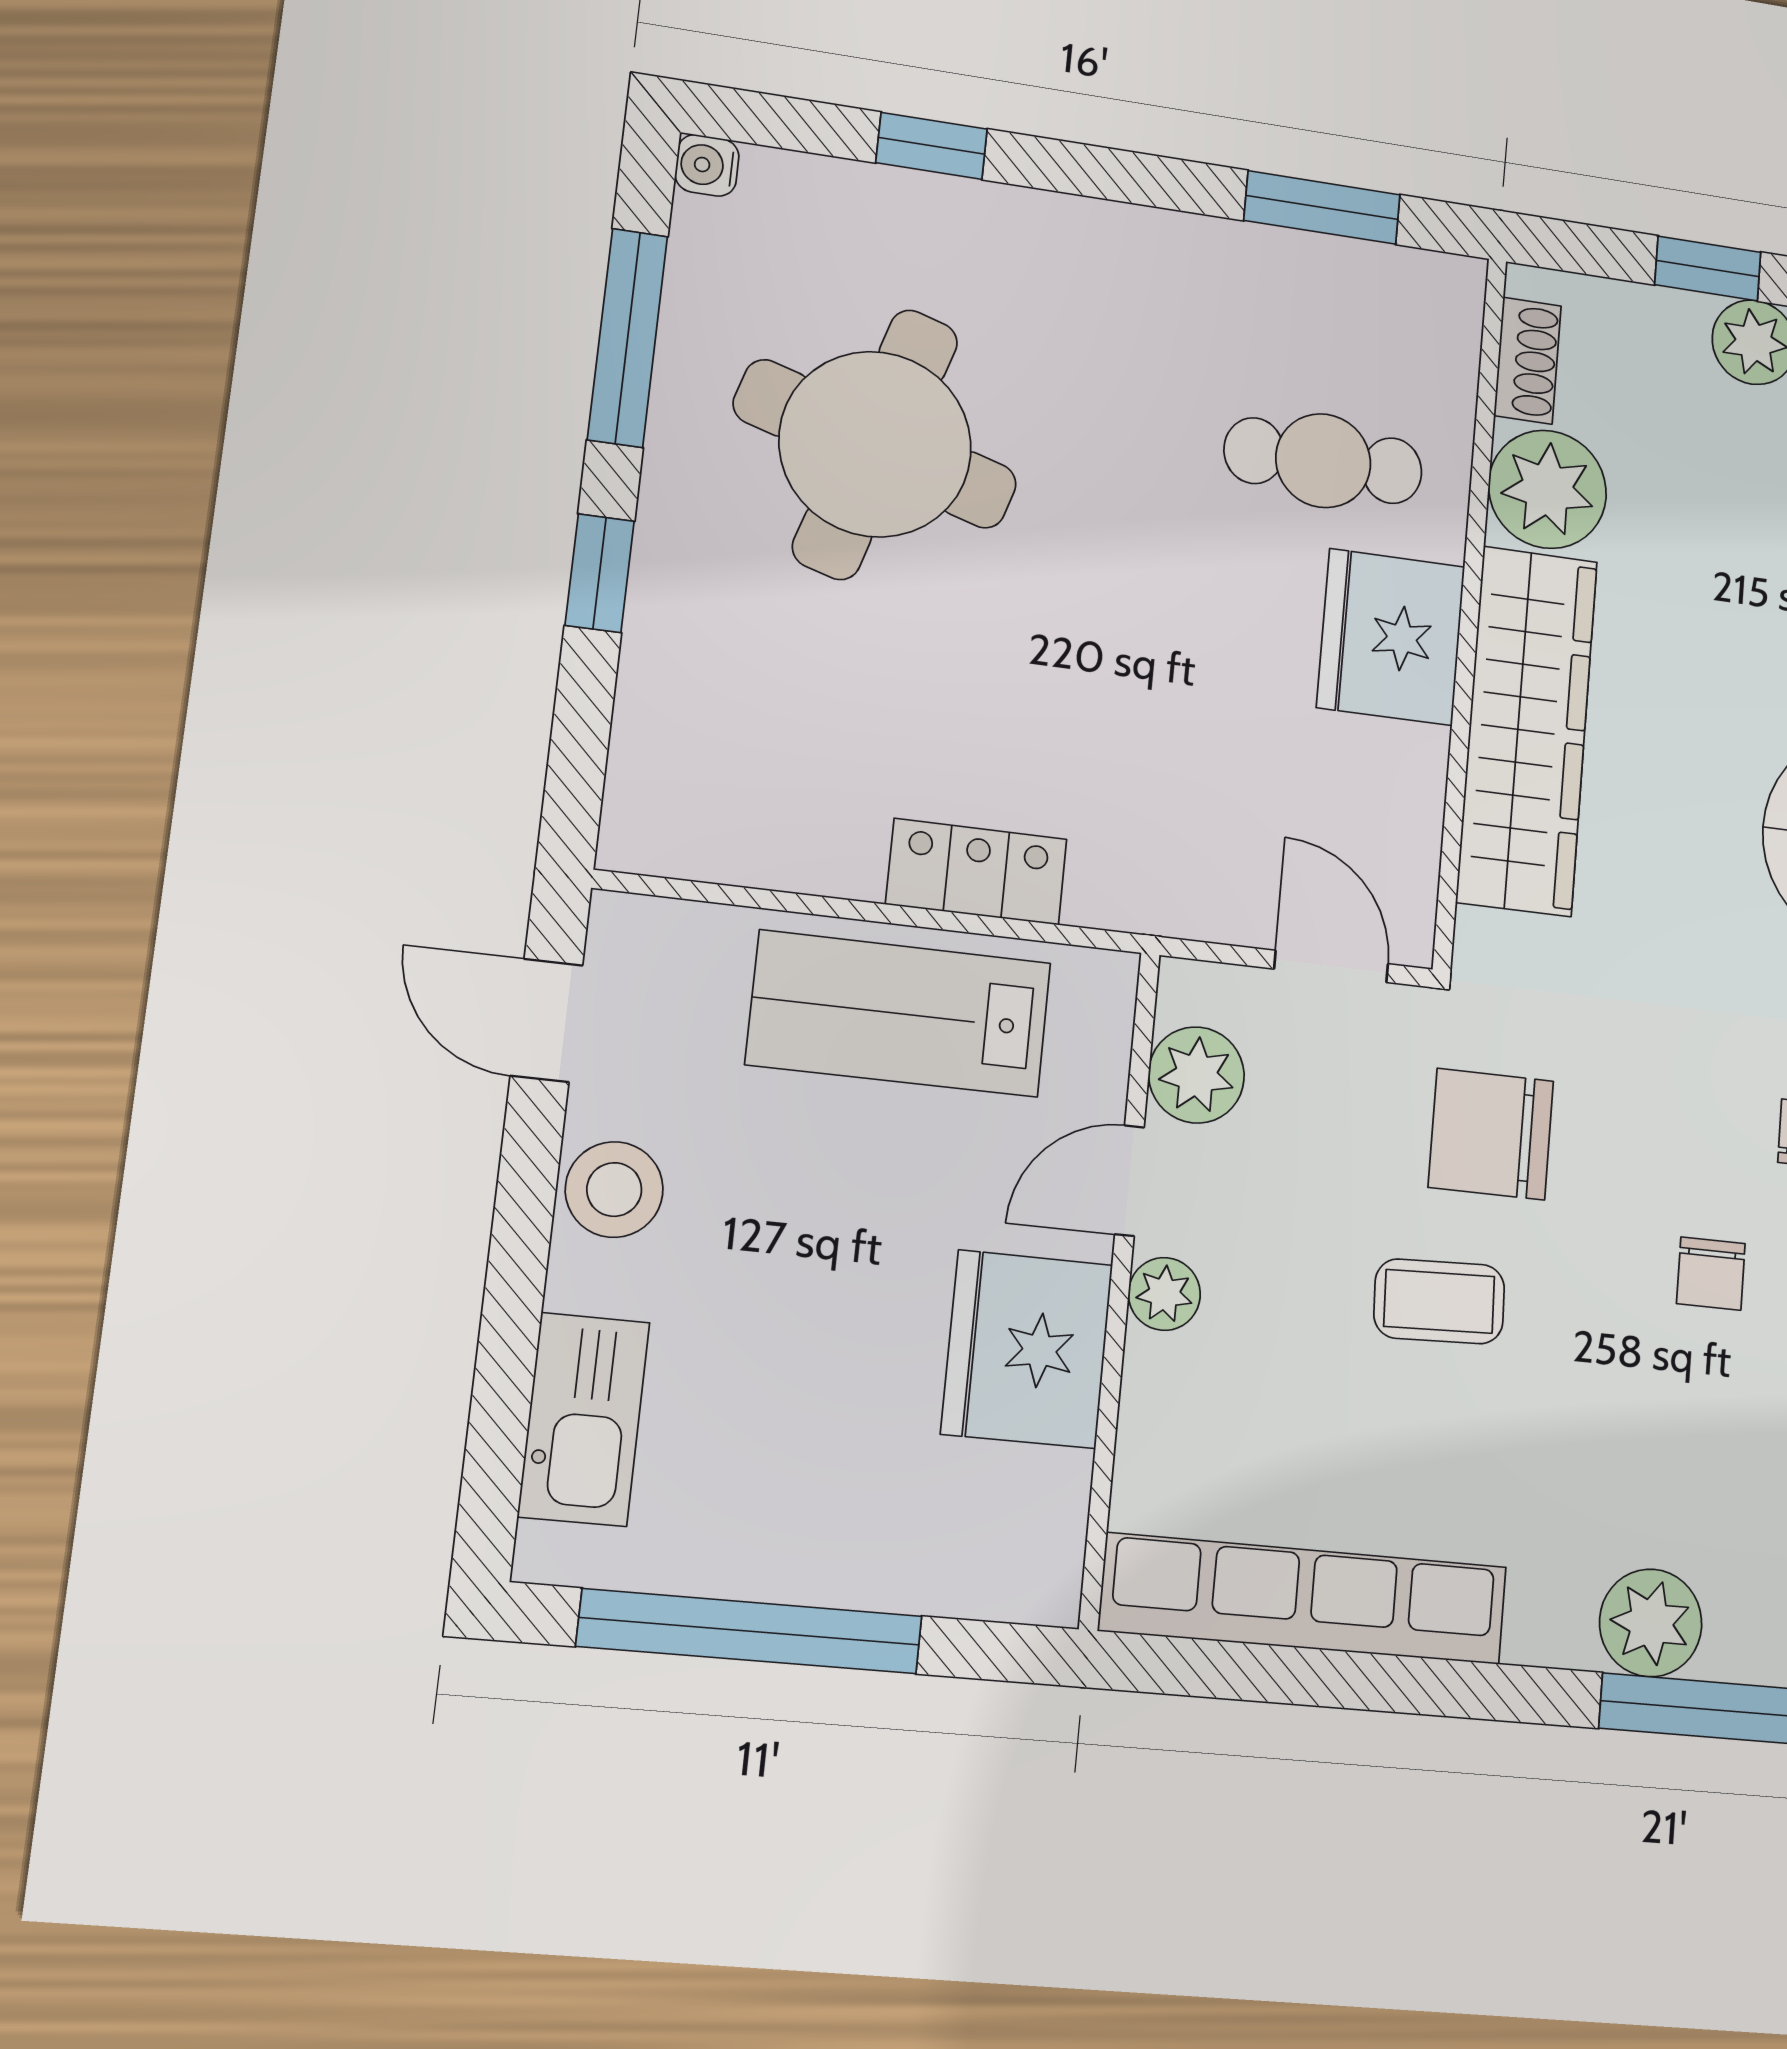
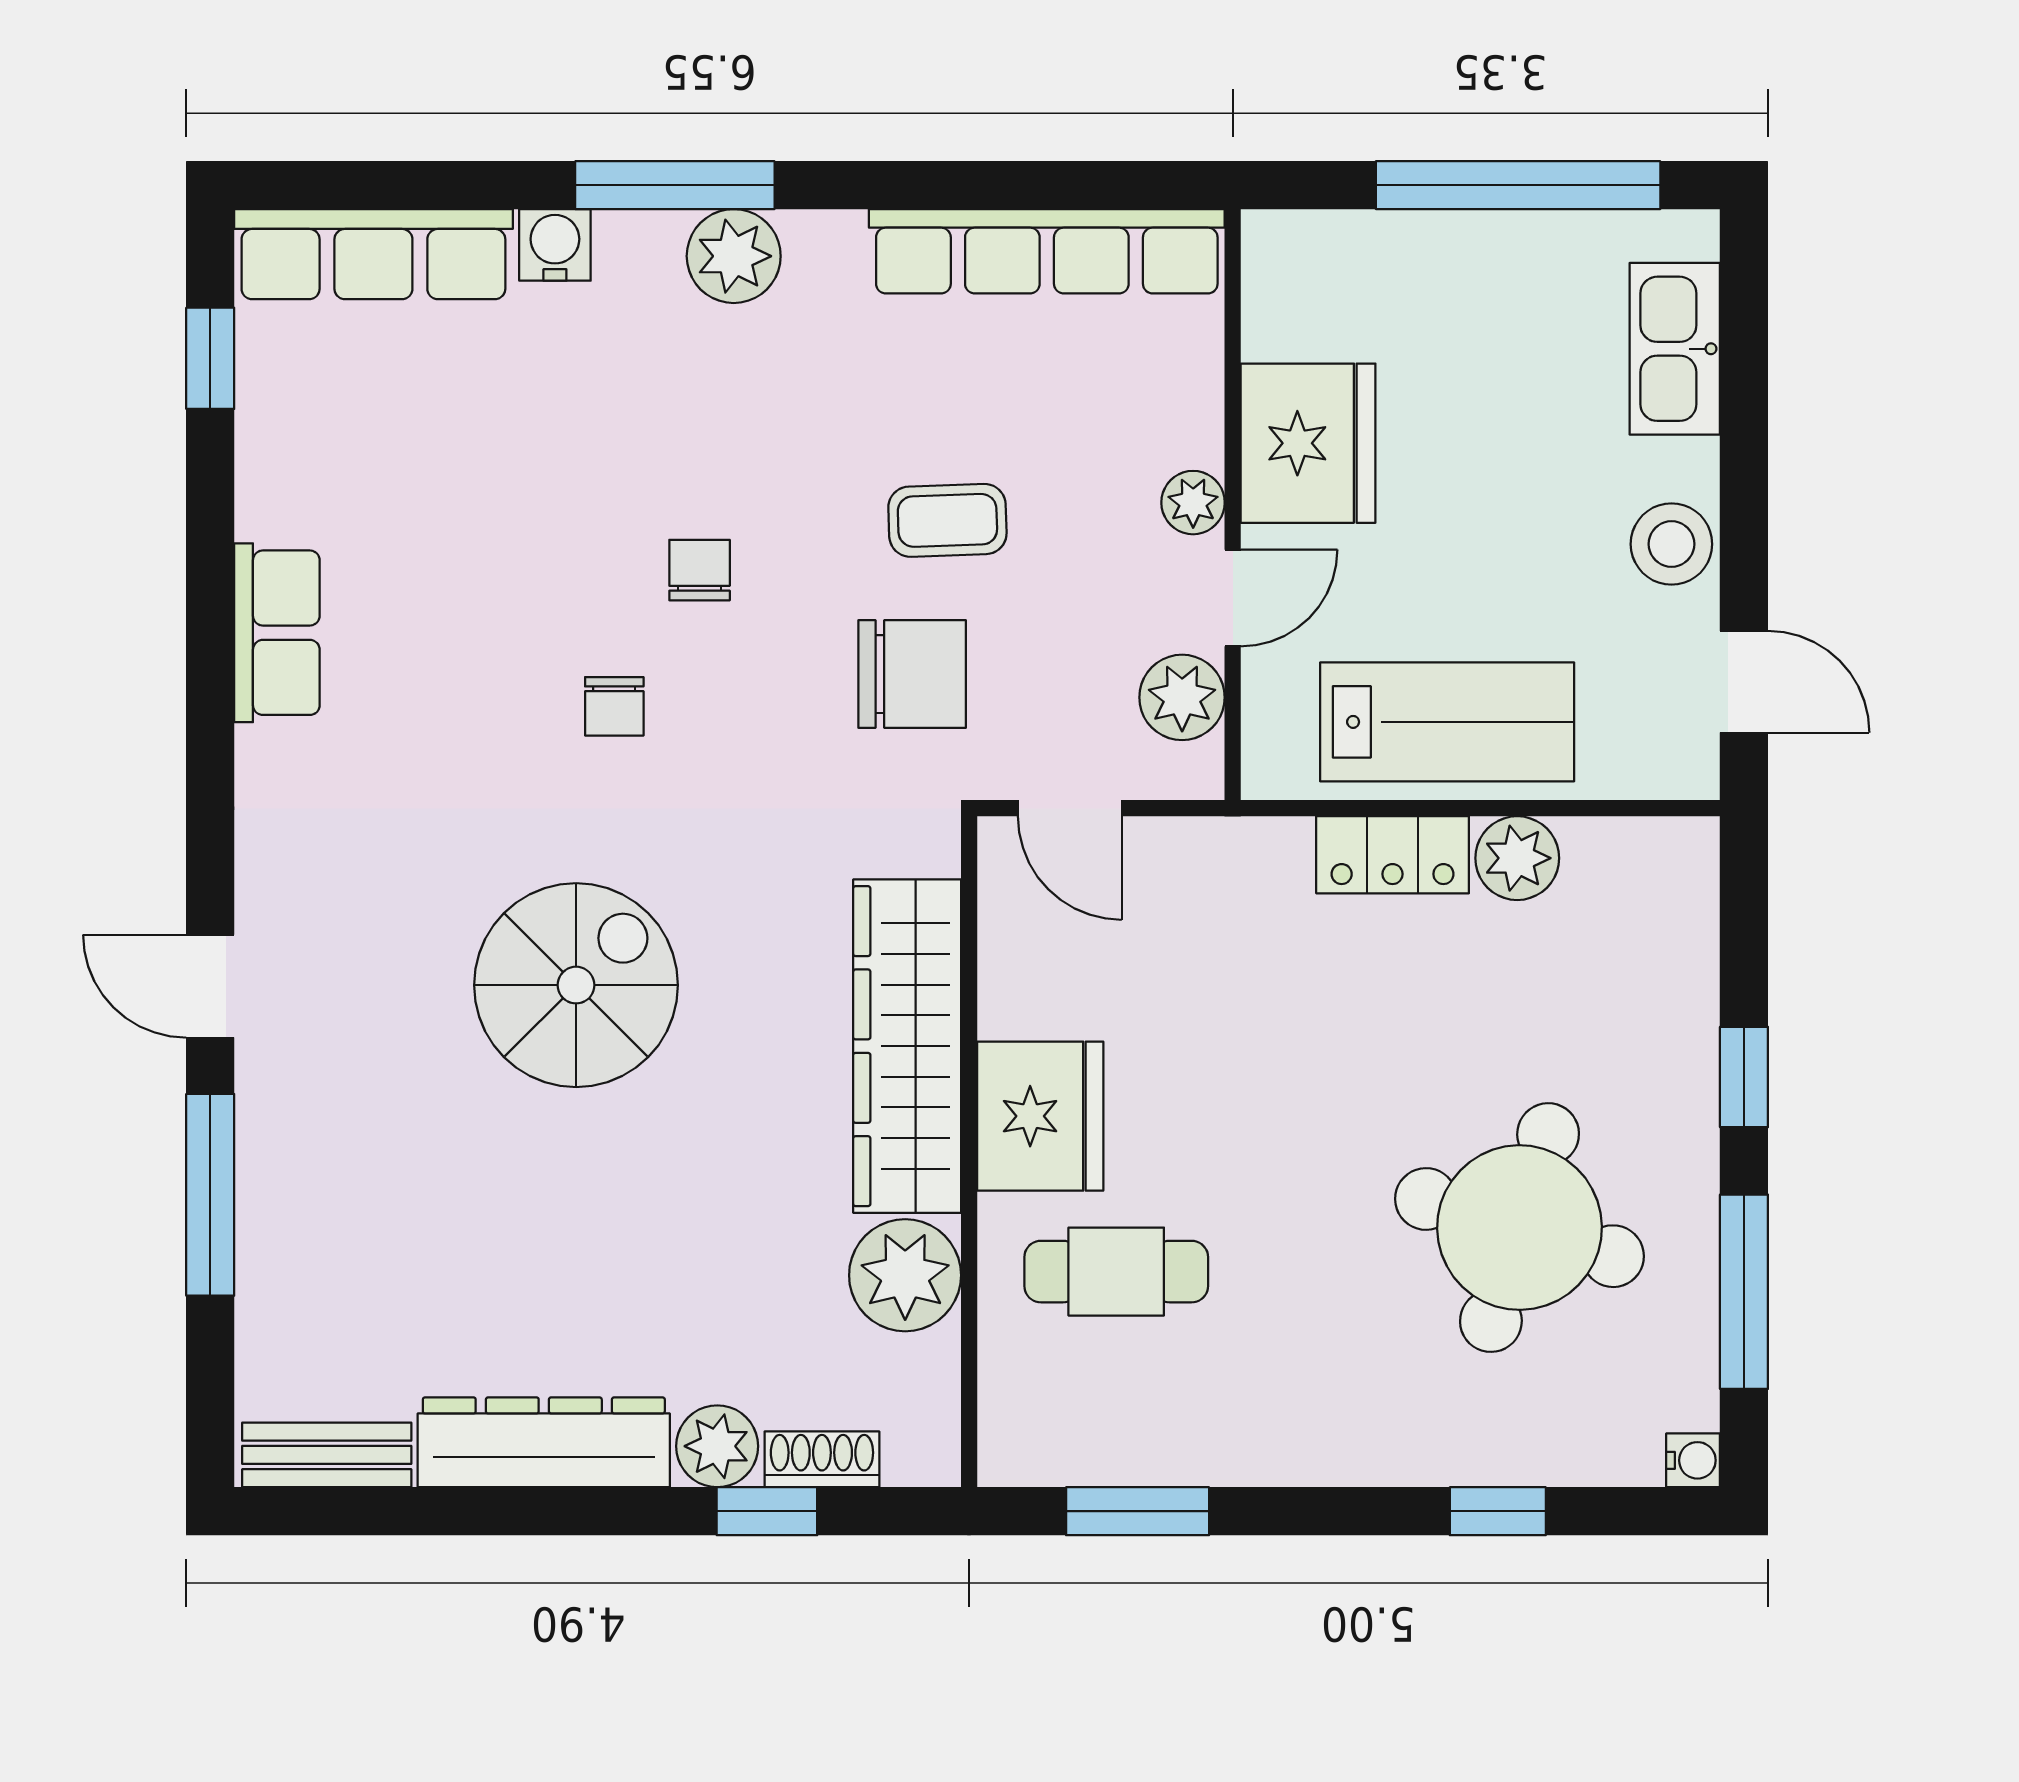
shoe rack: (1527, 361) -> (822, 1459), moved, turned 90
plant: (835, 851) -> (1517, 858), added

